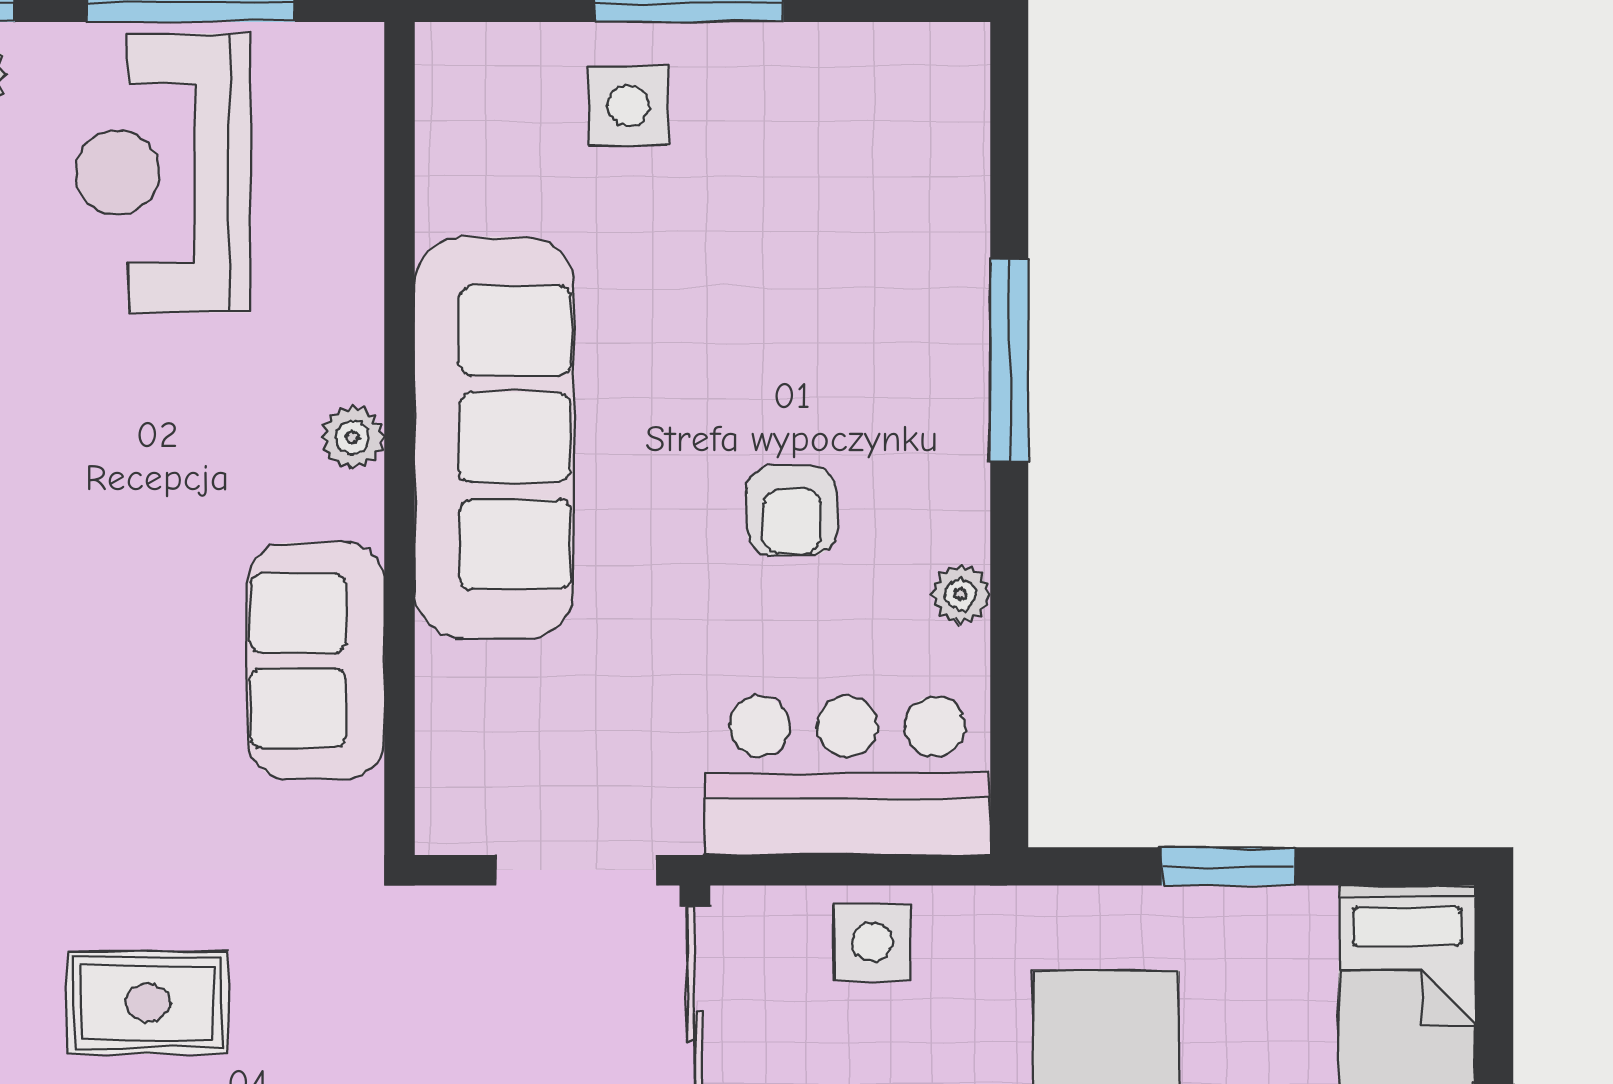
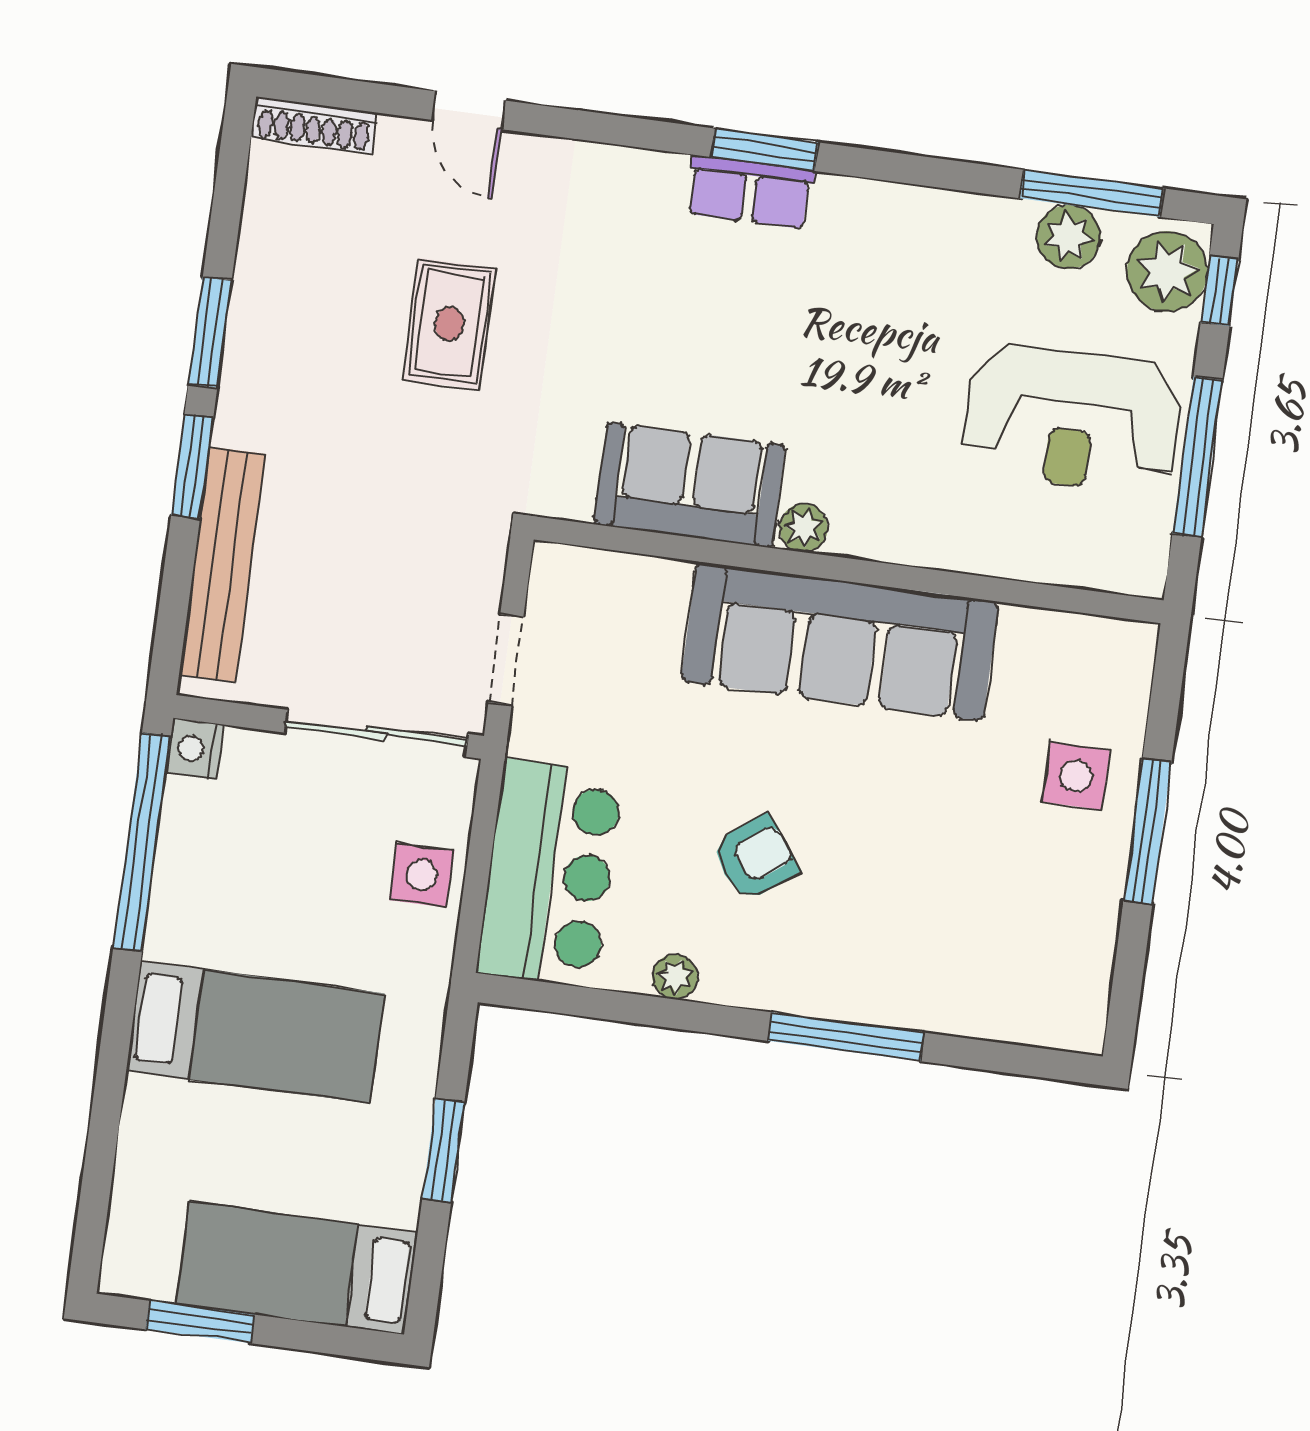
reception desk: (163, 173) -> (1072, 419), turned 180
plant: (352, 437) -> (804, 528), moved
armchair: (792, 511) -> (755, 858), turned 143
doorway: (576, 870) -> (506, 660), width x0.73

